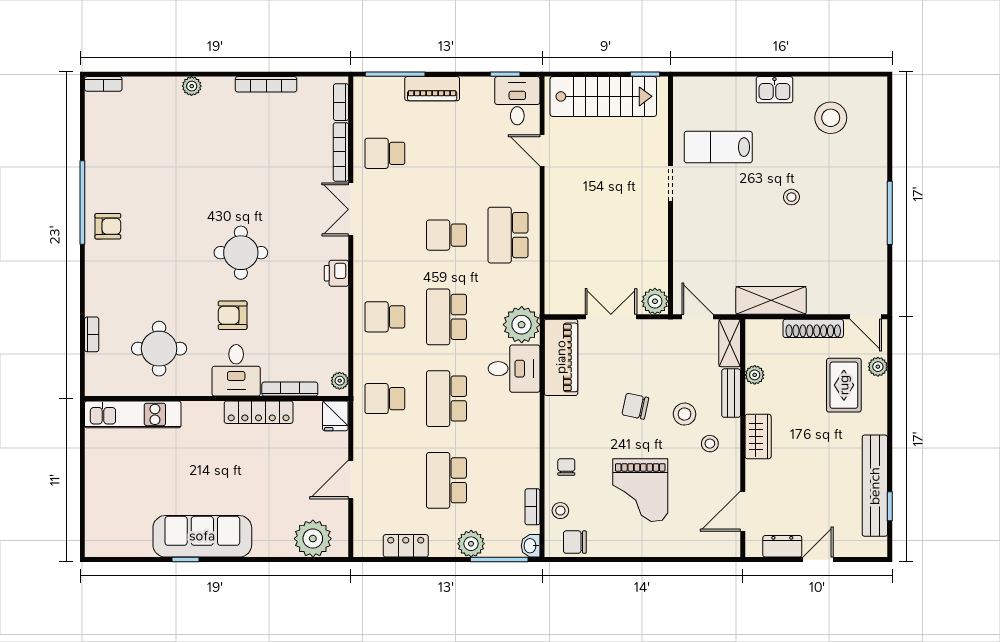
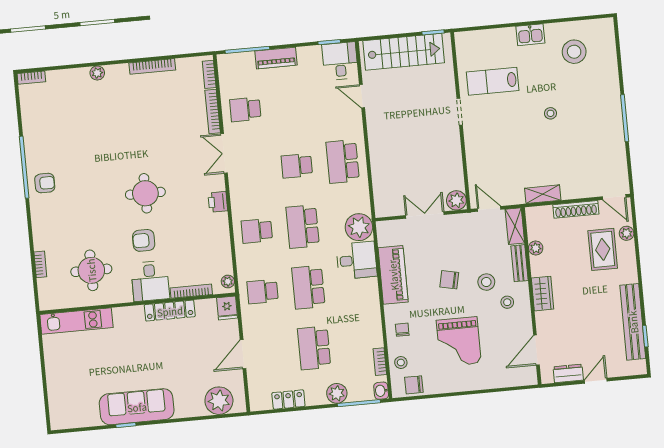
shelving: (771, 300) -> (543, 194), width x0.67, depth x0.75
piano: (561, 357) -> (393, 275), moved

